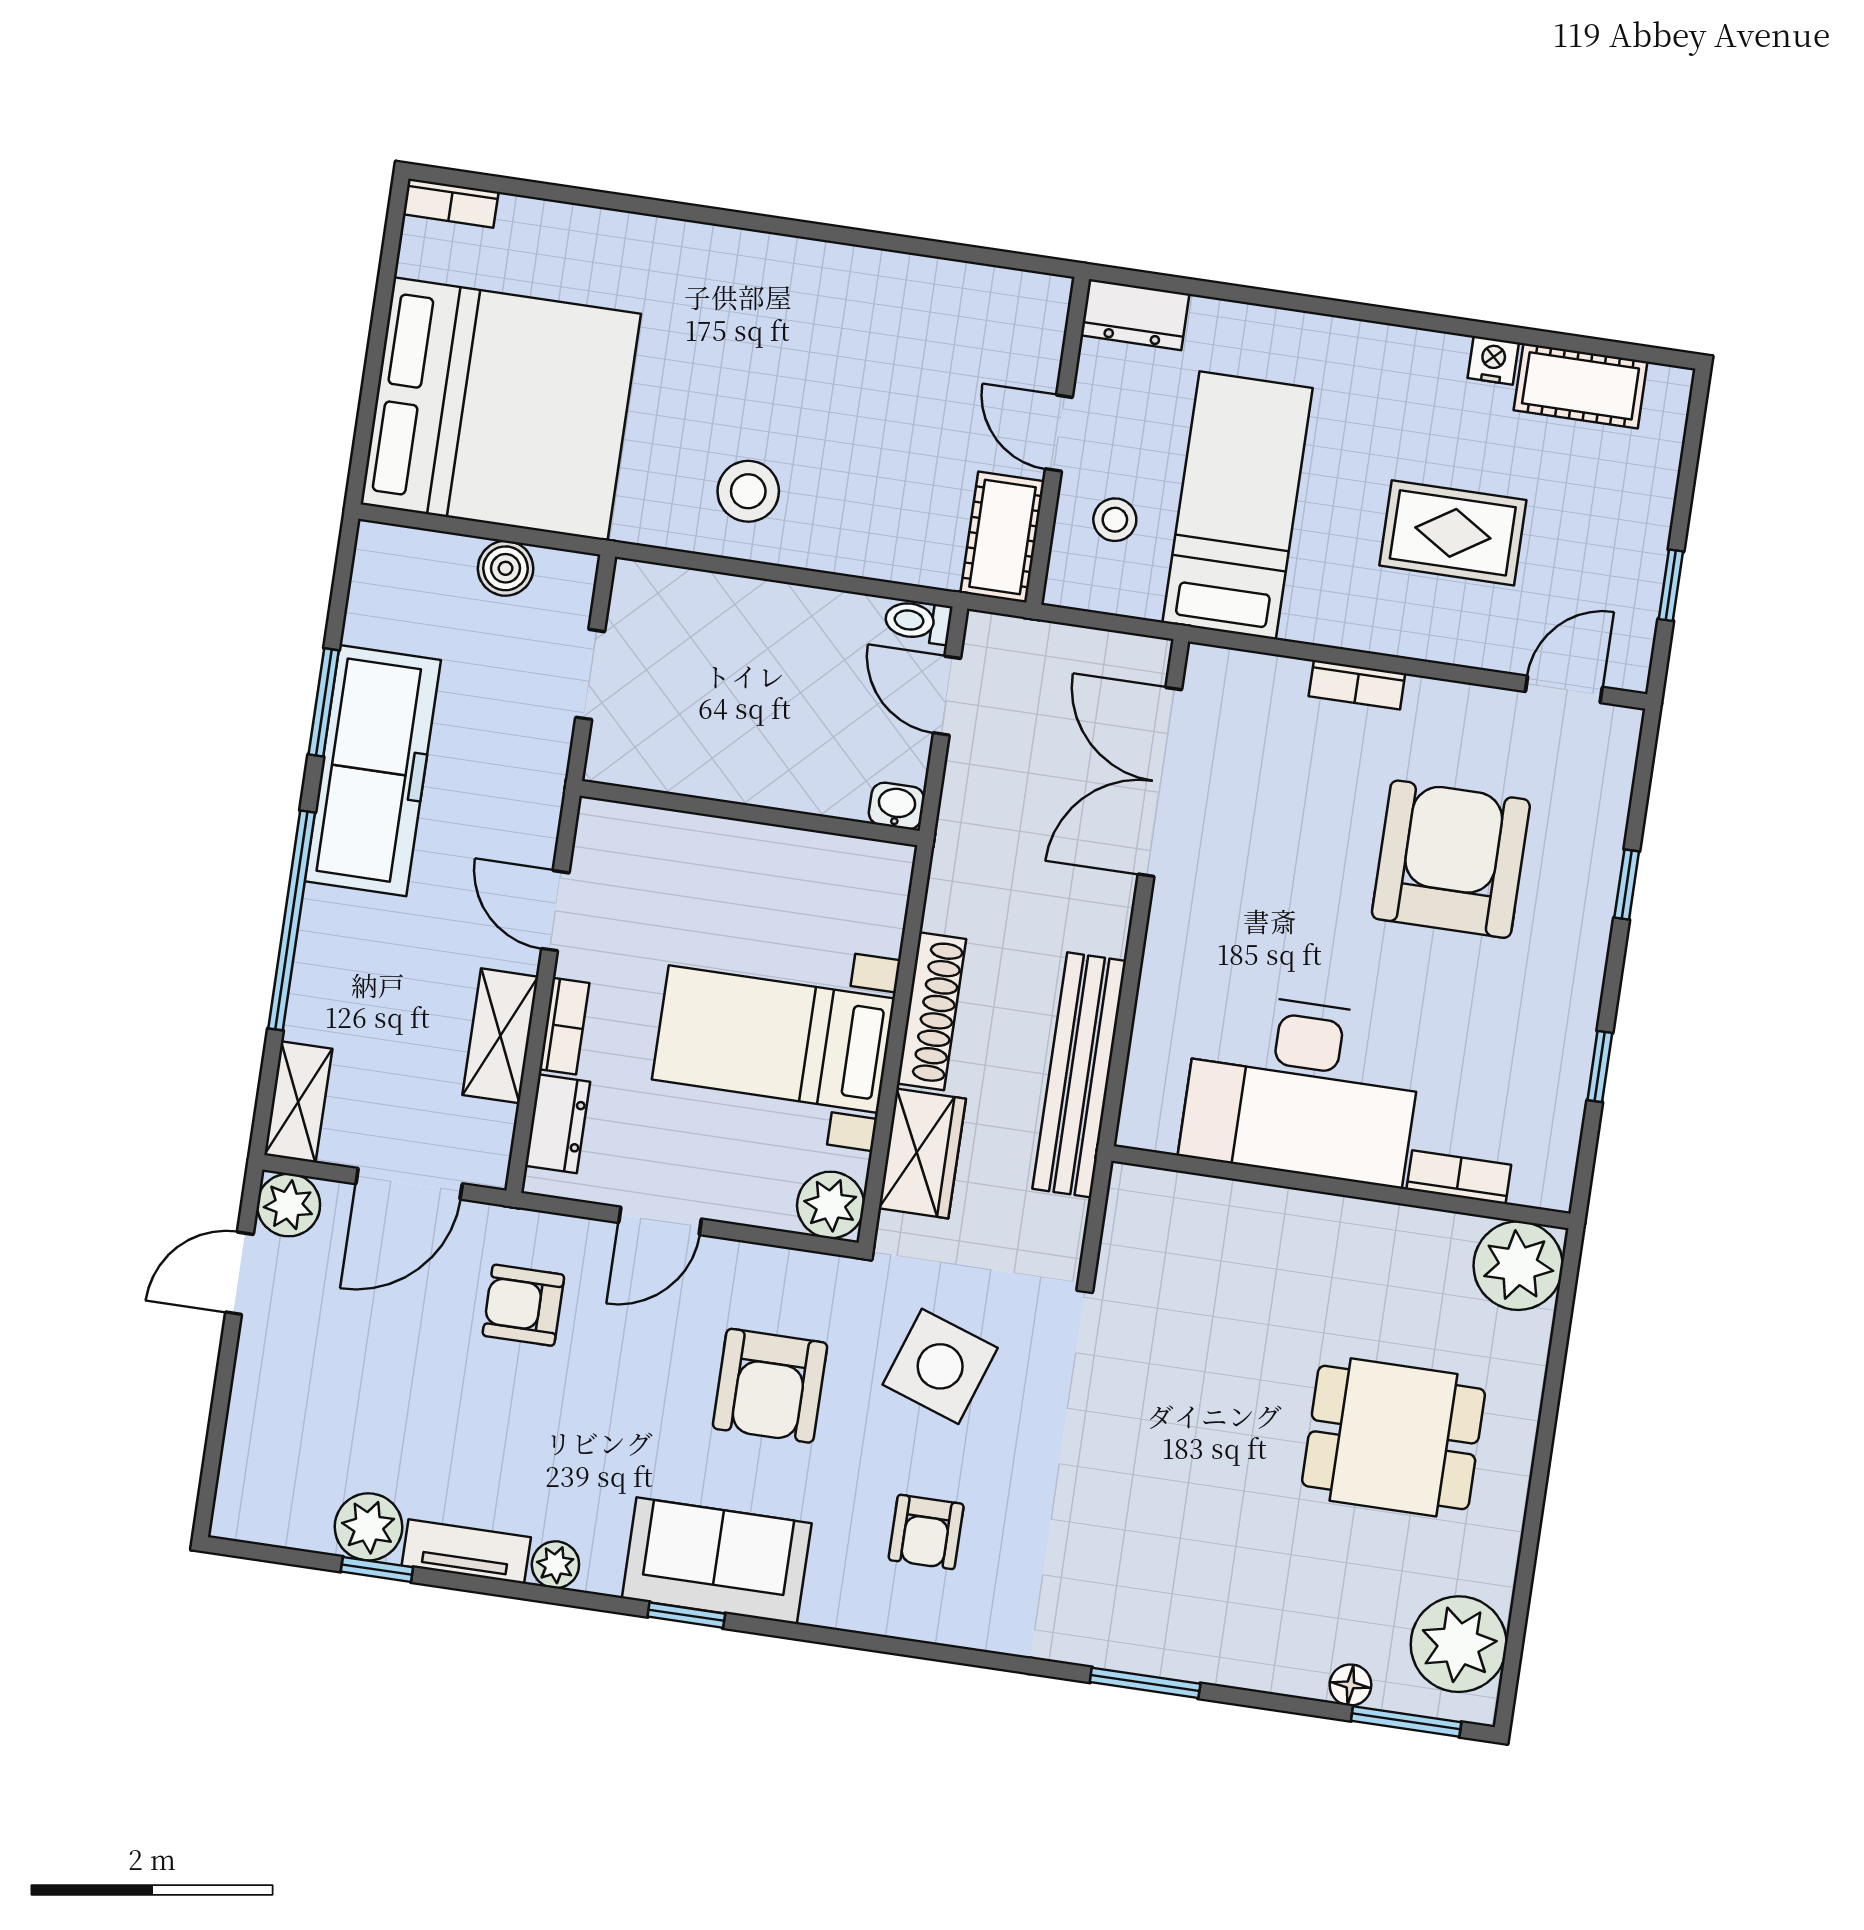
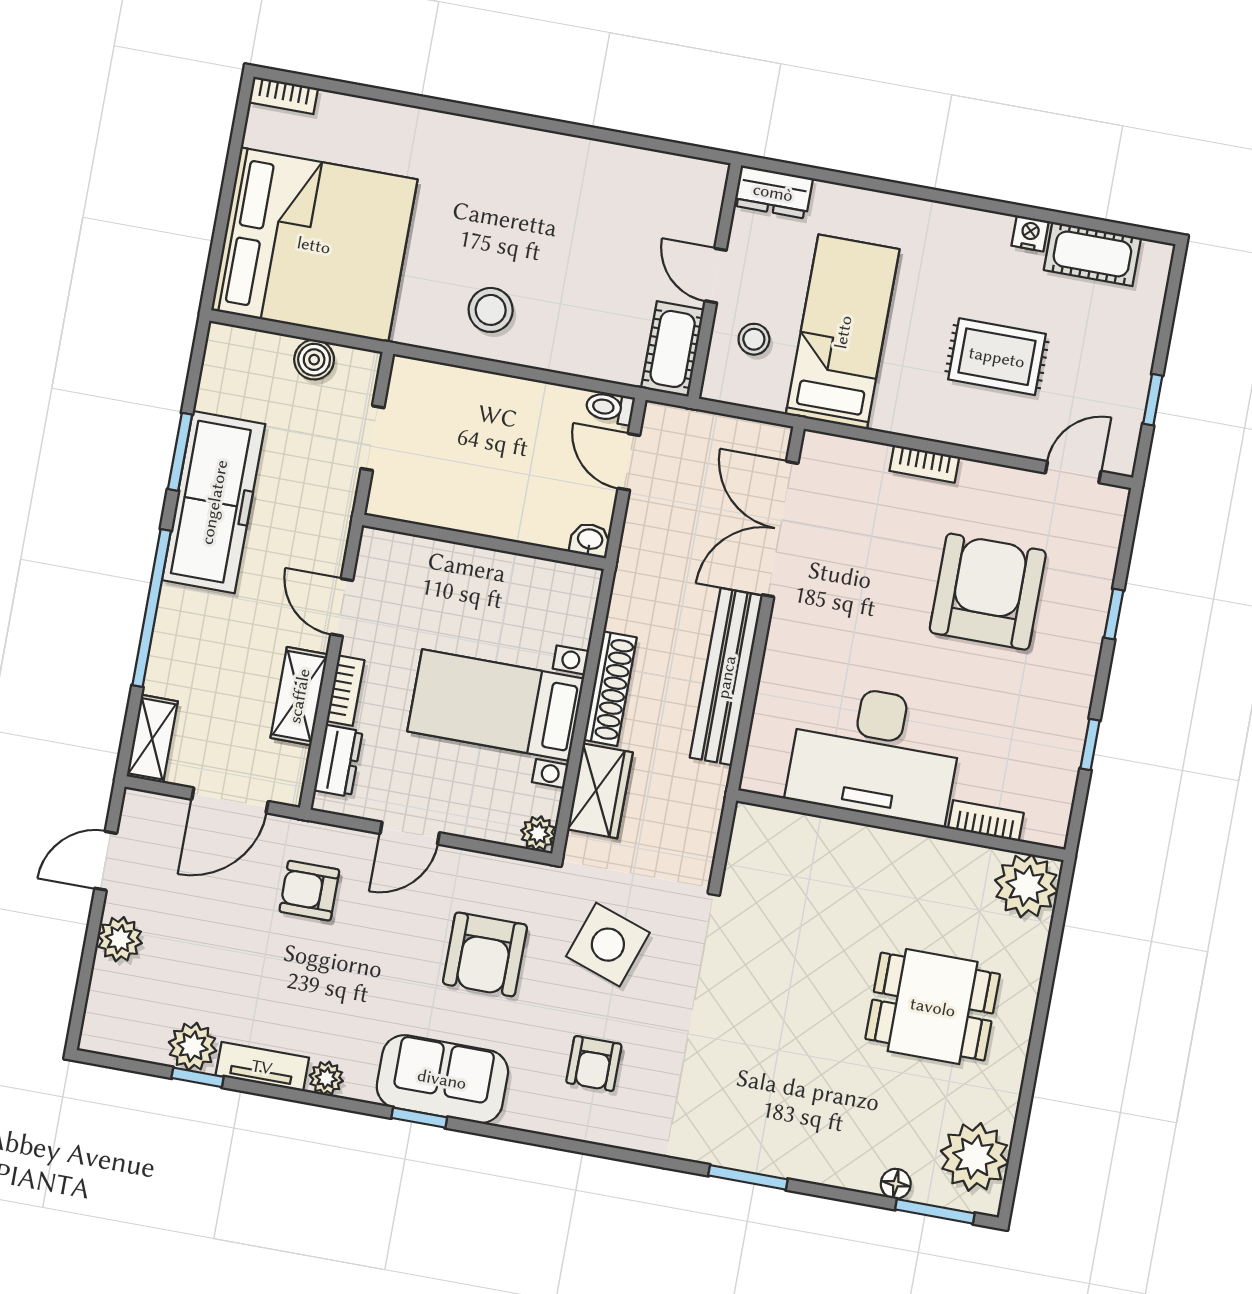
bench: (1079, 1075) -> (726, 677), moved
plant: (289, 1205) -> (120, 939), moved
plant: (831, 1205) -> (538, 833), width x0.73, depth x0.73

